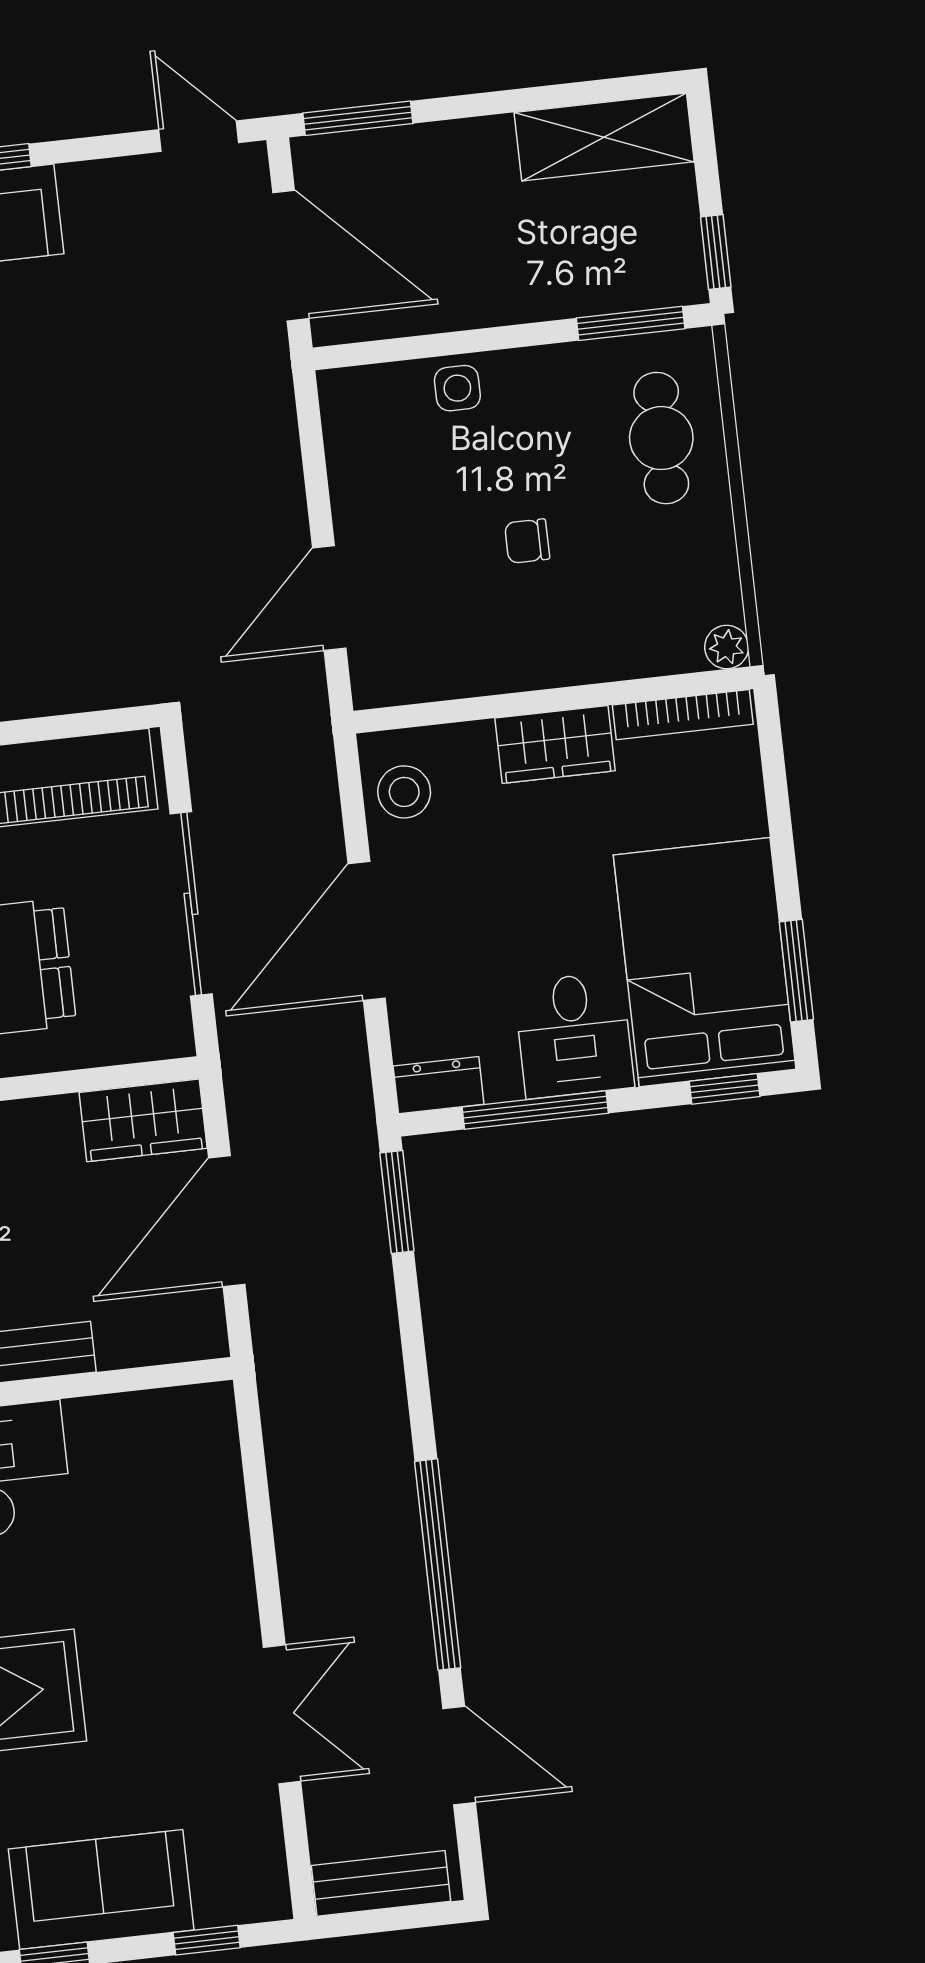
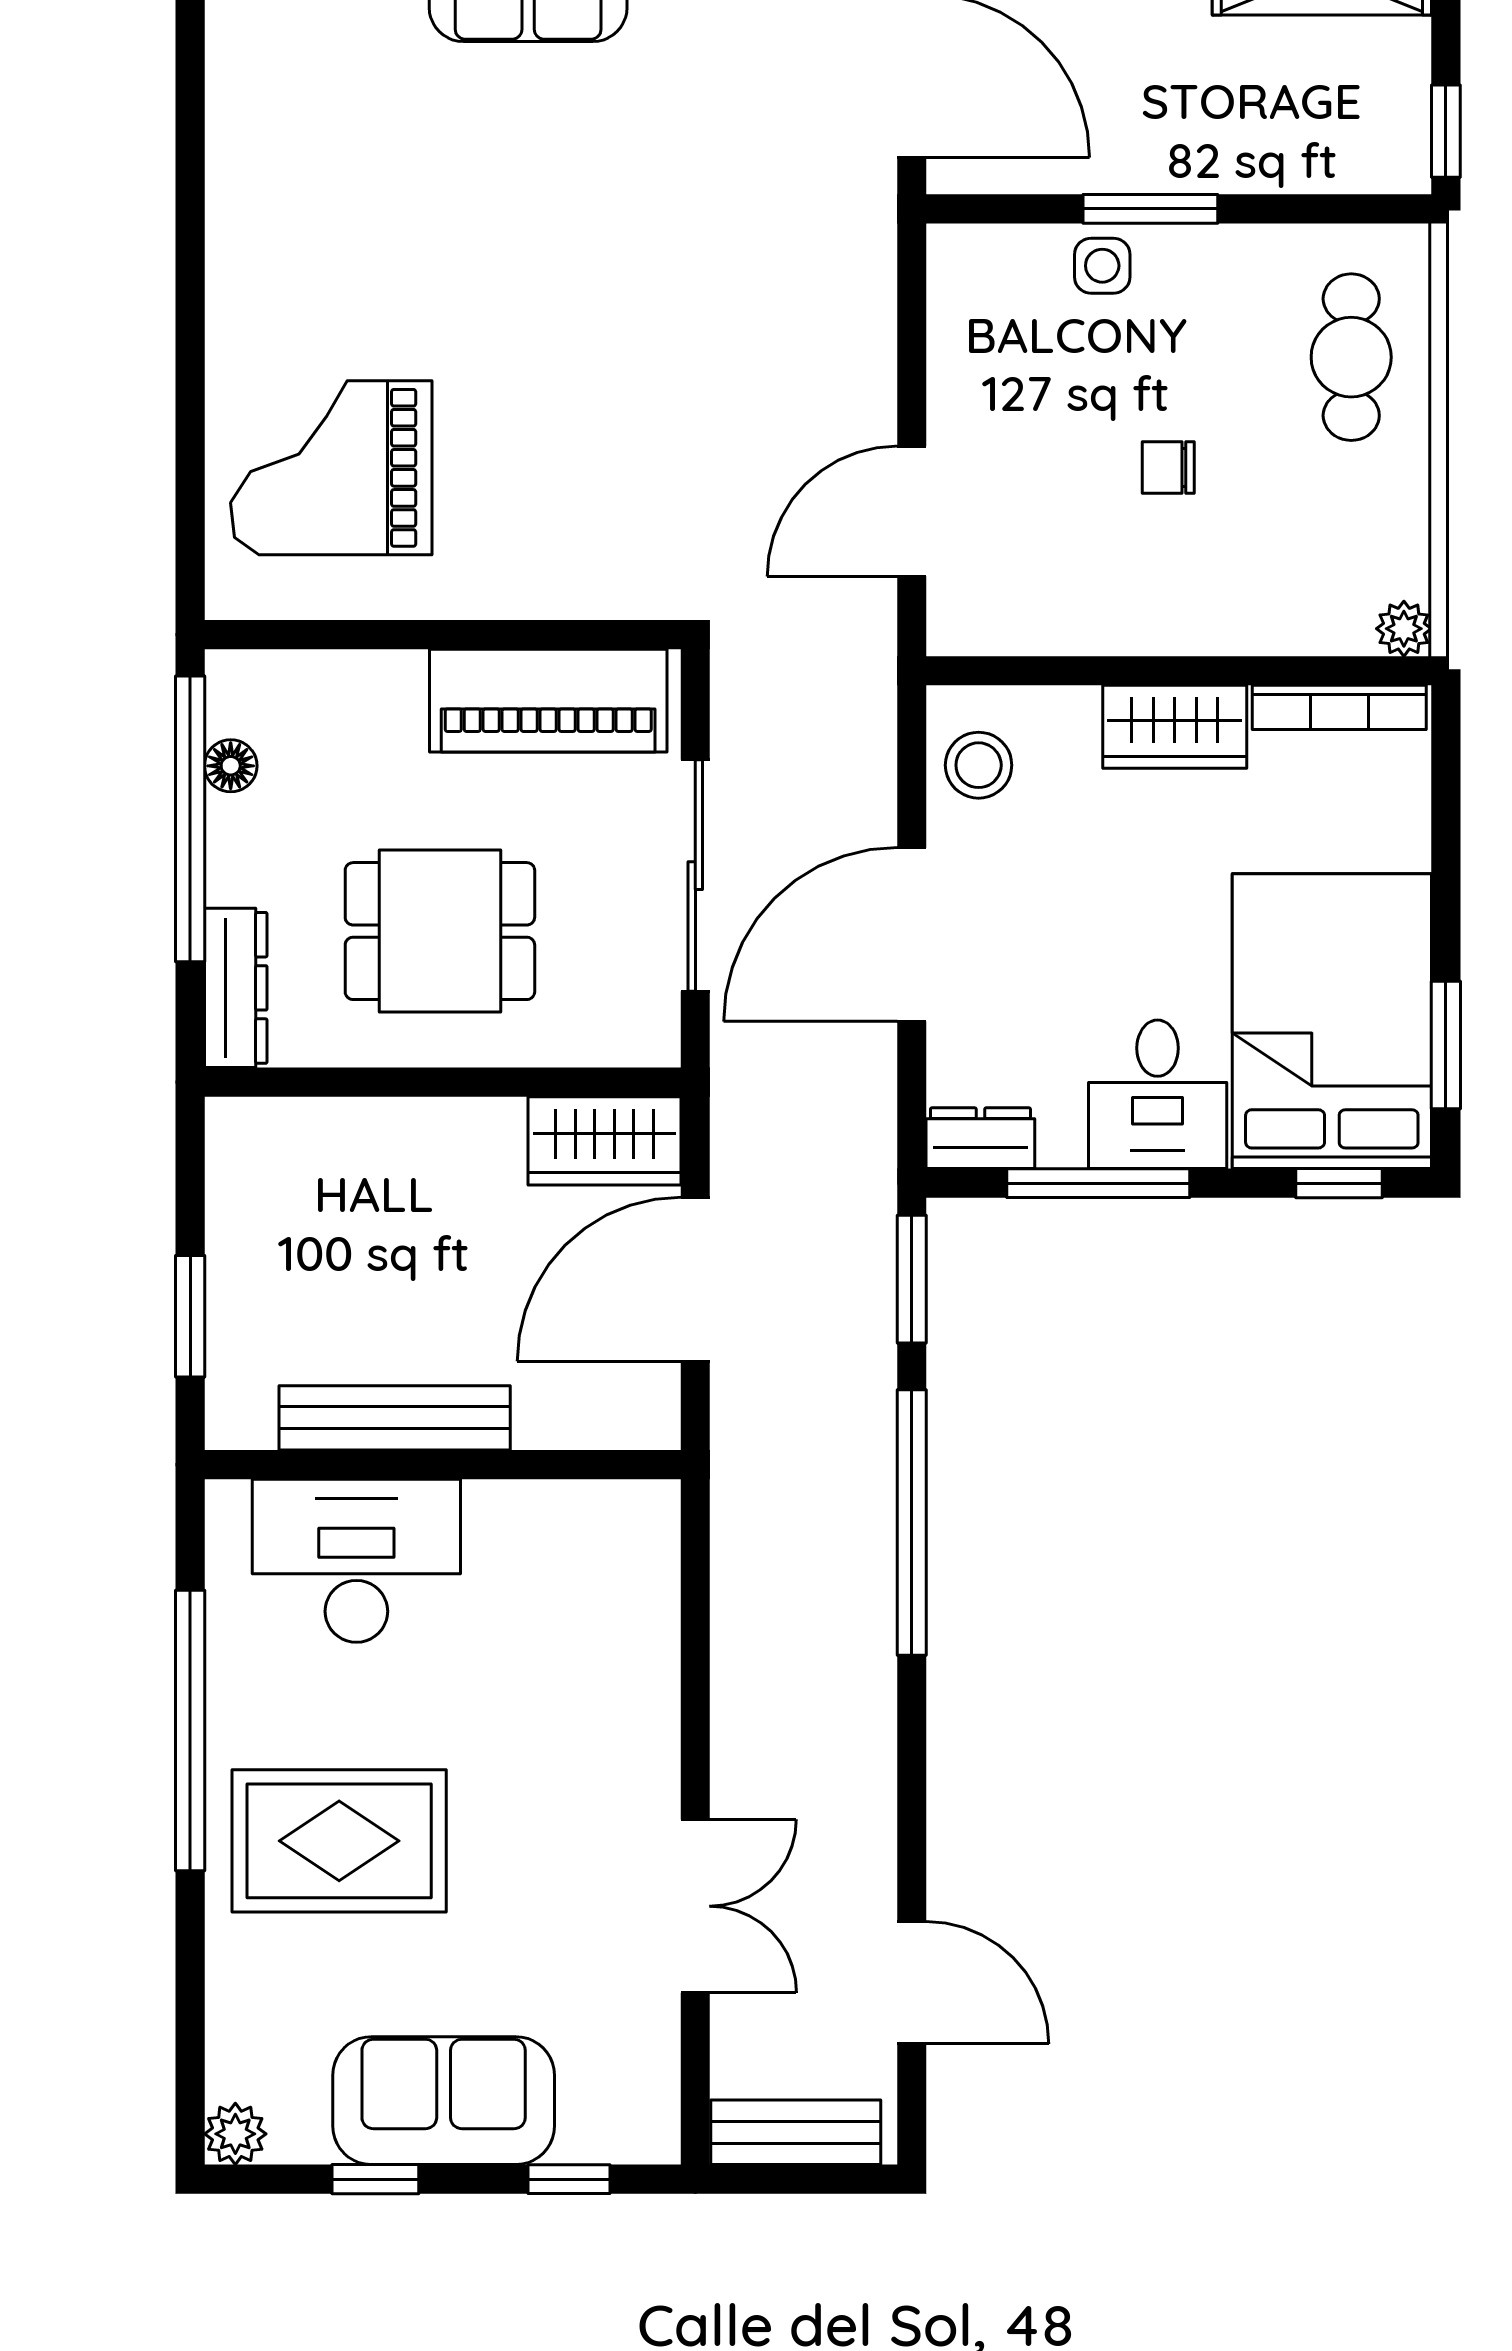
window: (631, 323) -> (1150, 209), moved
window: (438, 1565) -> (912, 1522), moved

